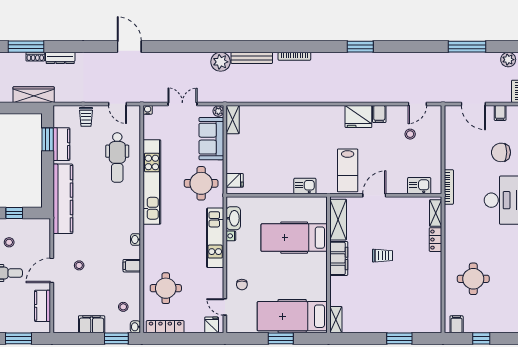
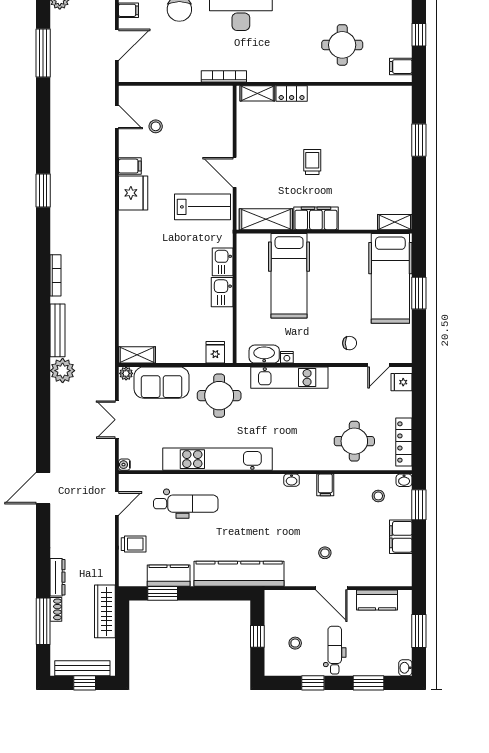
kitchen sink: (419, 186) -> (222, 292), moved

